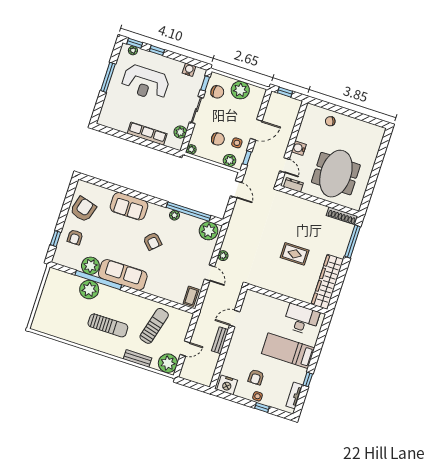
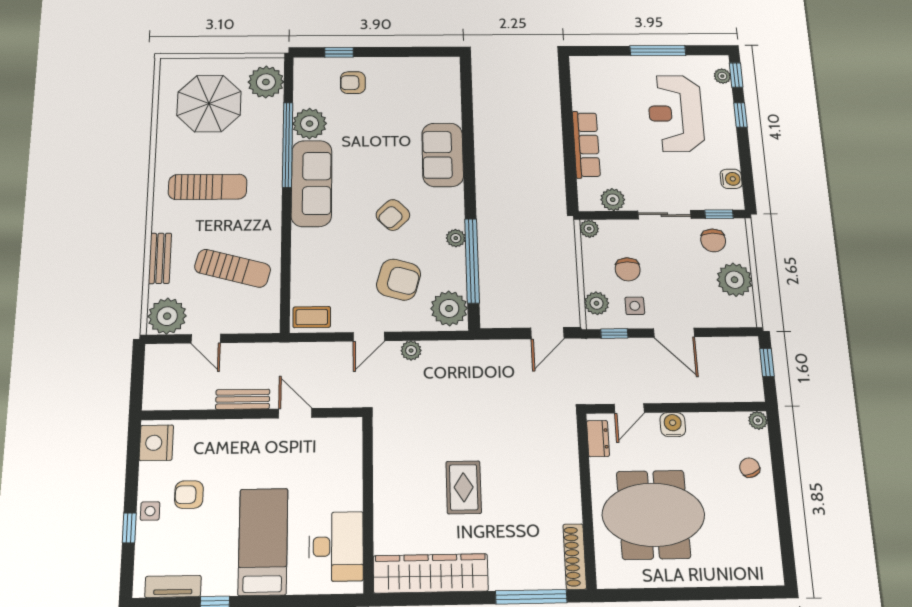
plant: (310, 108) -> (758, 420), added
armchair: (83, 209) -> (399, 280), moved
plant: (89, 290) -> (266, 82), moved
parasol: (63, 312) -> (209, 103), added
sun lounger: (108, 325) -> (208, 187), turned -90

